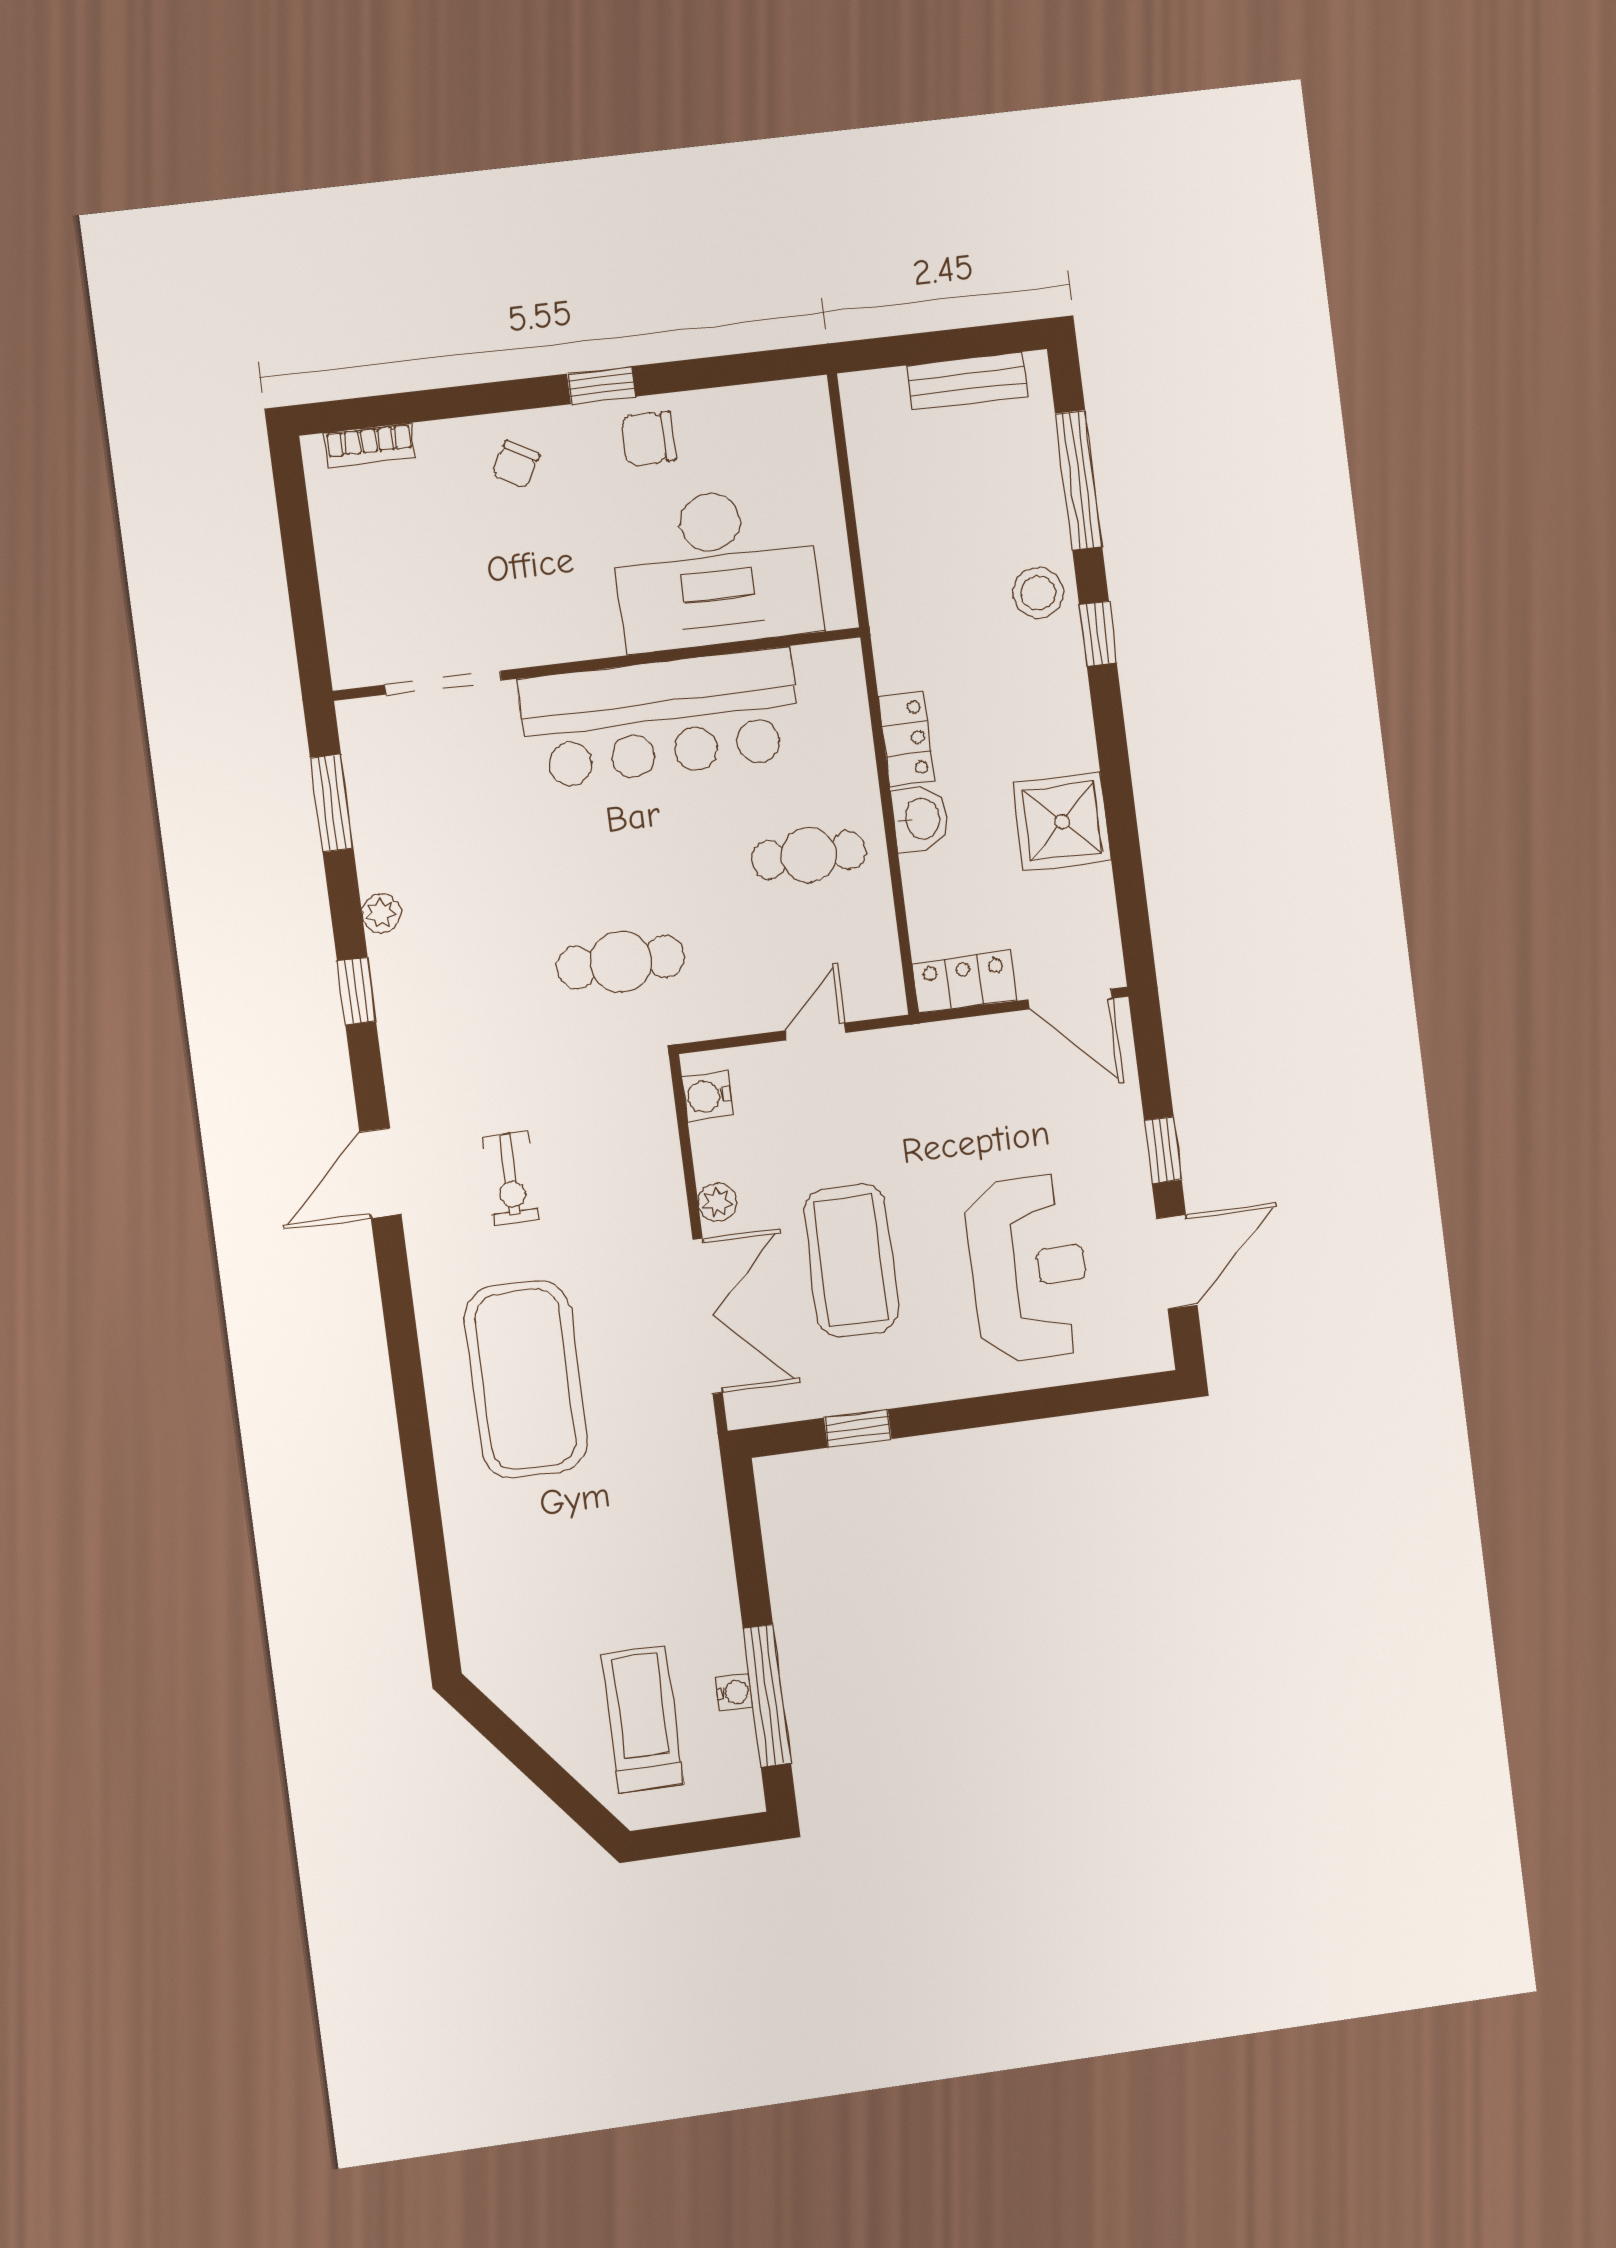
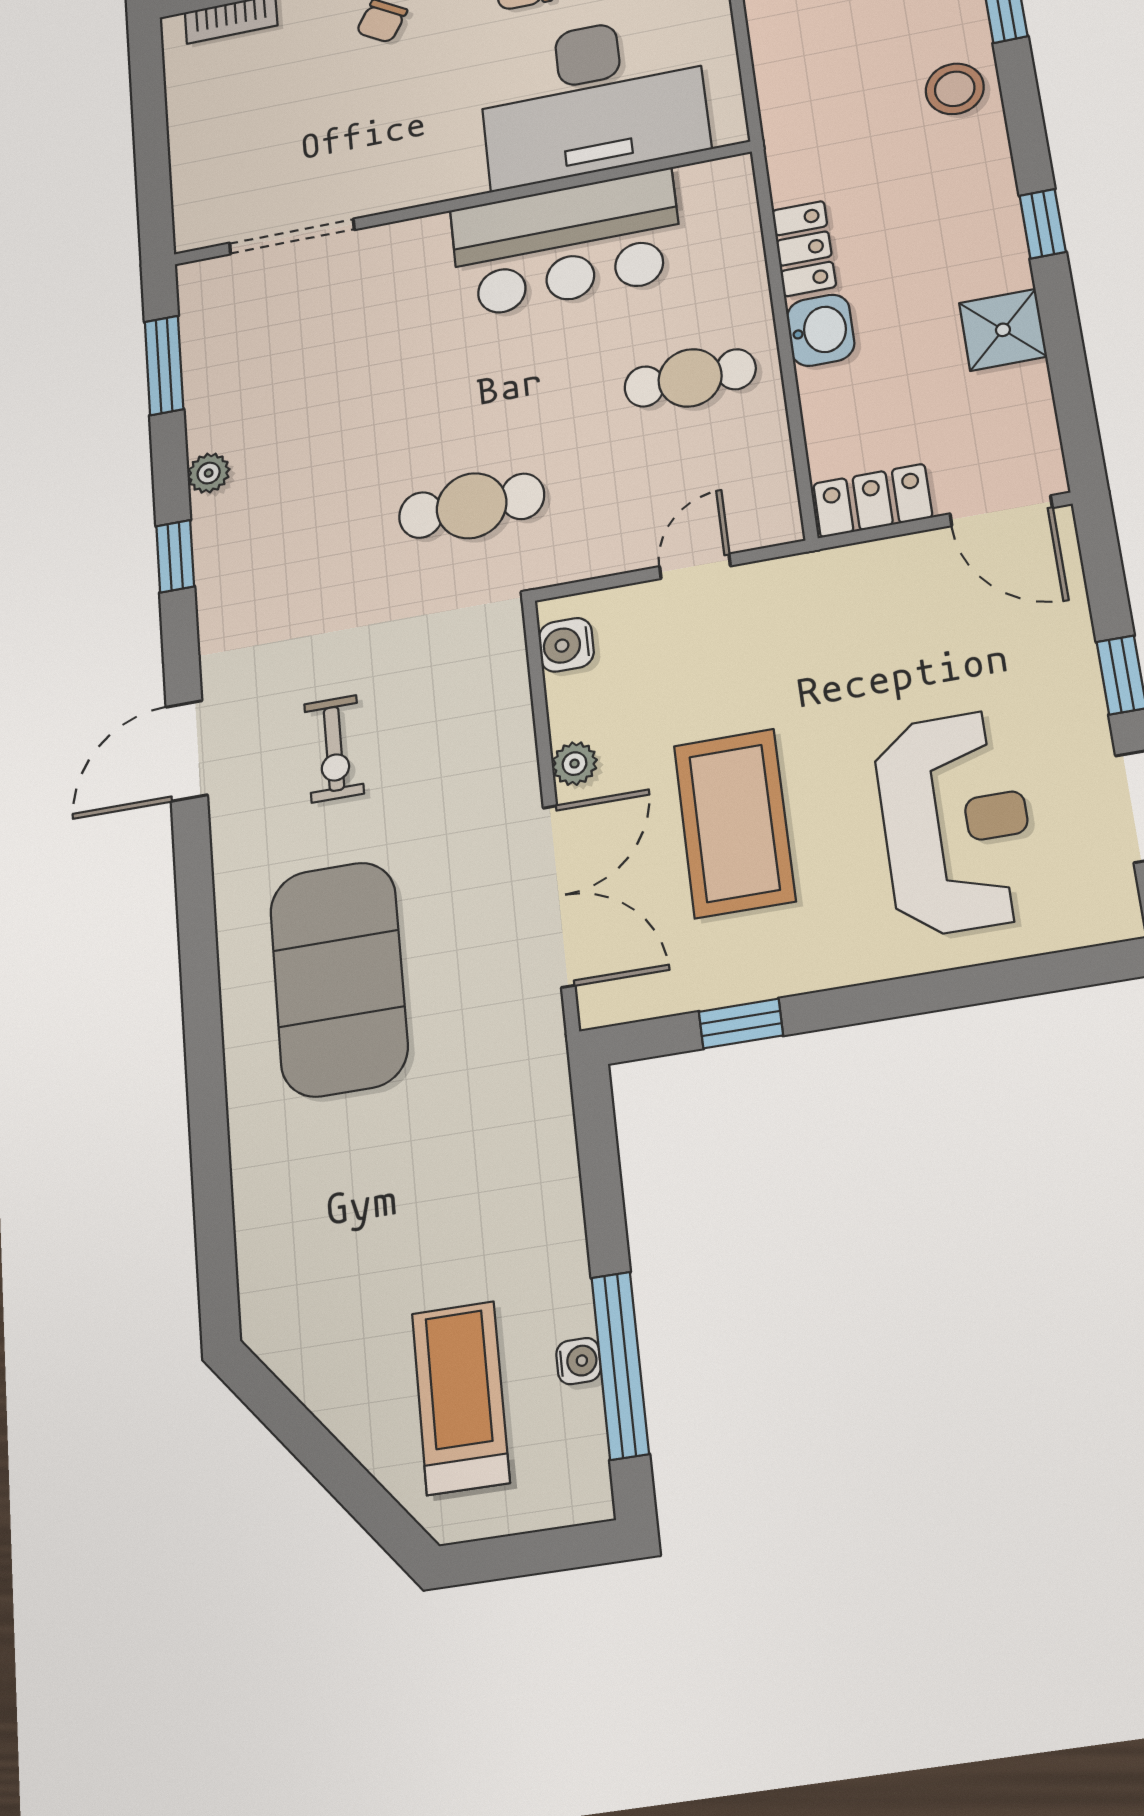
window: (1098, 634) -> (1043, 224), moved
bar counter: (660, 718) -> (567, 243), width x0.73
shower: (1062, 822) -> (1003, 330), width x0.73, depth x0.73

